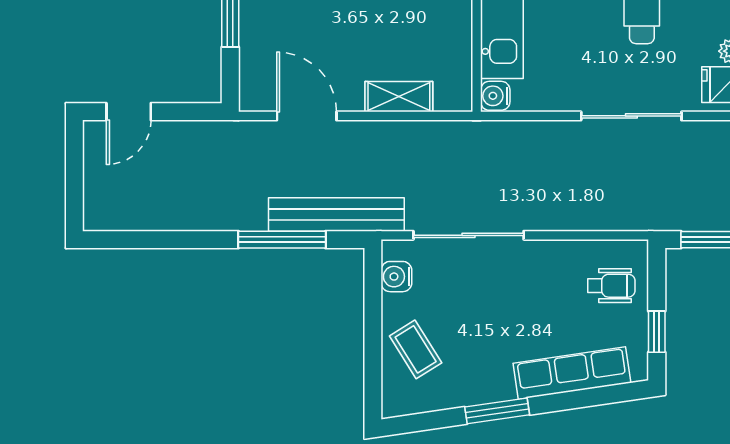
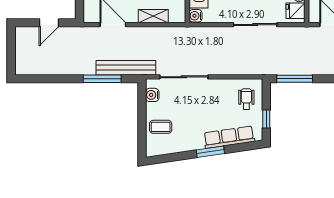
door: (129, 112) -> (49, 23), moved
wheelchair: (611, 286) -> (246, 99), turned -90
coffee table: (416, 349) -> (161, 127), turned -58
window: (497, 411) -> (210, 152), moved

